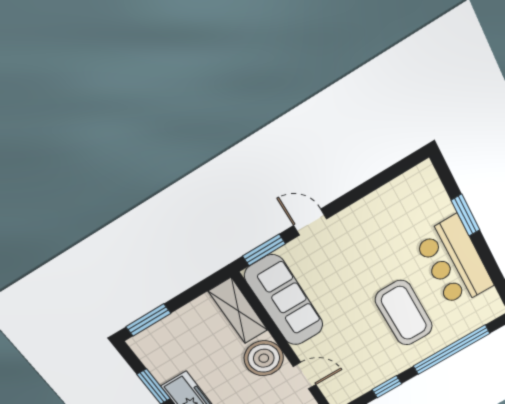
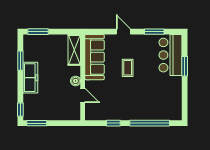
window: (264, 250) -> (154, 32), moved
bar counter: (454, 262) -> (171, 55), moved
coffee table: (404, 313) -> (128, 68), moved, width x0.54, depth x0.58
boiler: (264, 358) -> (76, 81), width x0.54, depth x0.54

